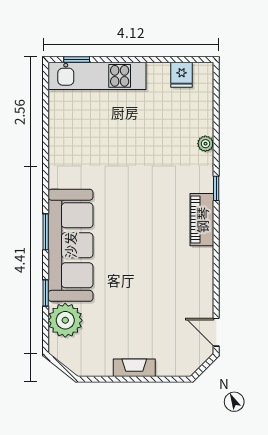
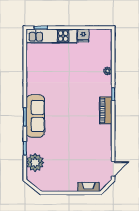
fridge: (182, 75) -> (83, 35), moved
sofa: (70, 245) -> (35, 116), width x0.74, depth x0.79
door: (216, 332) -> (113, 169), swing flipped
fireplace: (134, 368) -> (88, 187), moved

